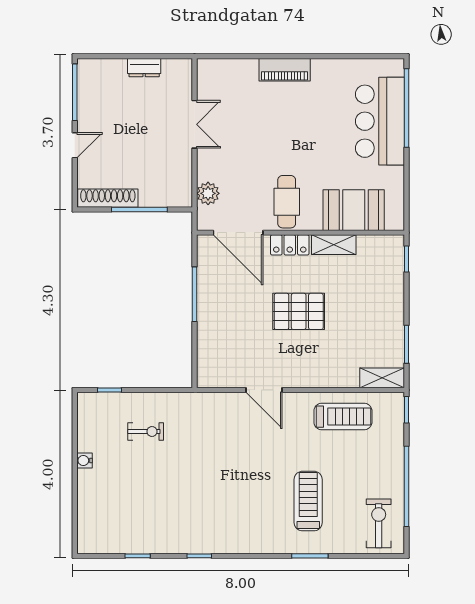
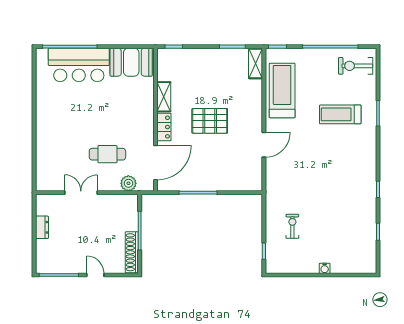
piano: (285, 70) -> (43, 131), removed
cafe table: (287, 202) -> (107, 154), moved
booth: (354, 210) -> (131, 62), moved, turned 90
pallet: (299, 311) -> (210, 121), turned 90
treadmill: (343, 417) -> (282, 90), width x1.37, depth x1.38
water cooler: (85, 460) -> (325, 268), moved

